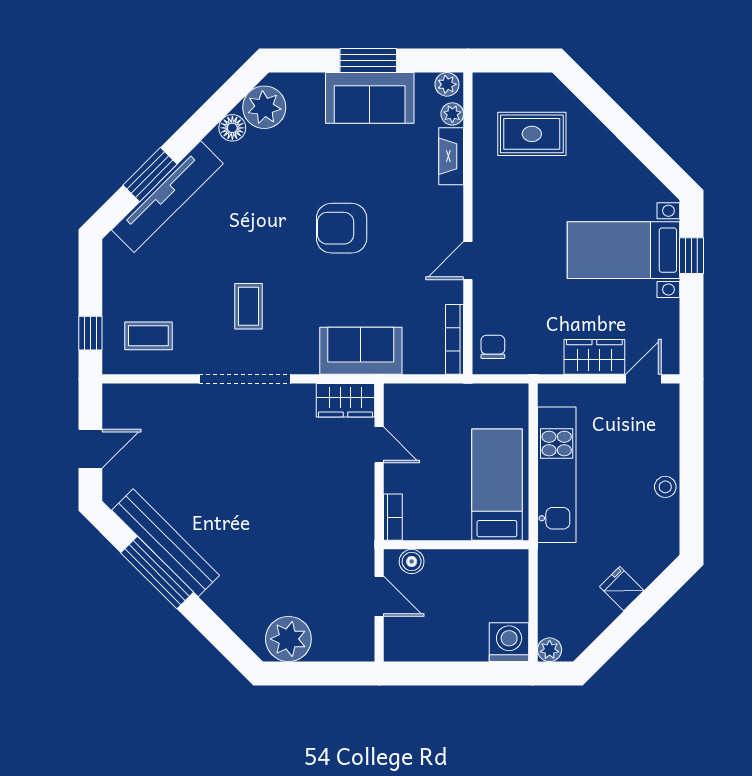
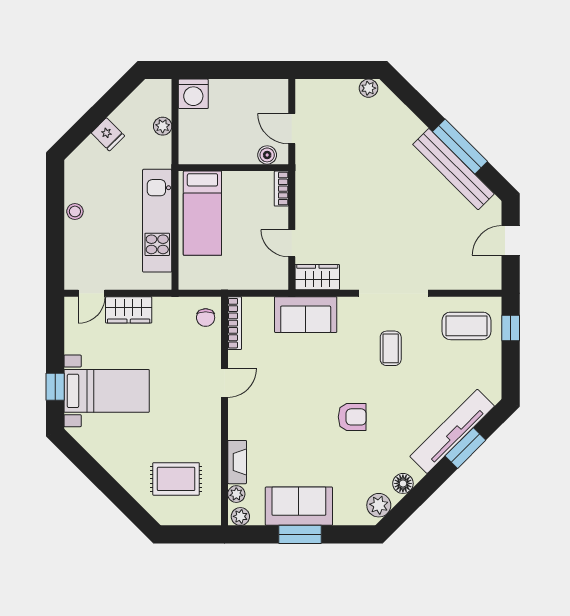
plant: (264, 107) -> (379, 505), width x0.73, depth x0.73
armchair: (342, 228) -> (352, 417), moved, width x0.72, depth x0.72
coffee table: (148, 336) -> (466, 326), width x1.36, depth x1.30
plant: (288, 639) -> (369, 88), width x0.53, depth x0.53
plant: (550, 650) -> (163, 126), moved

